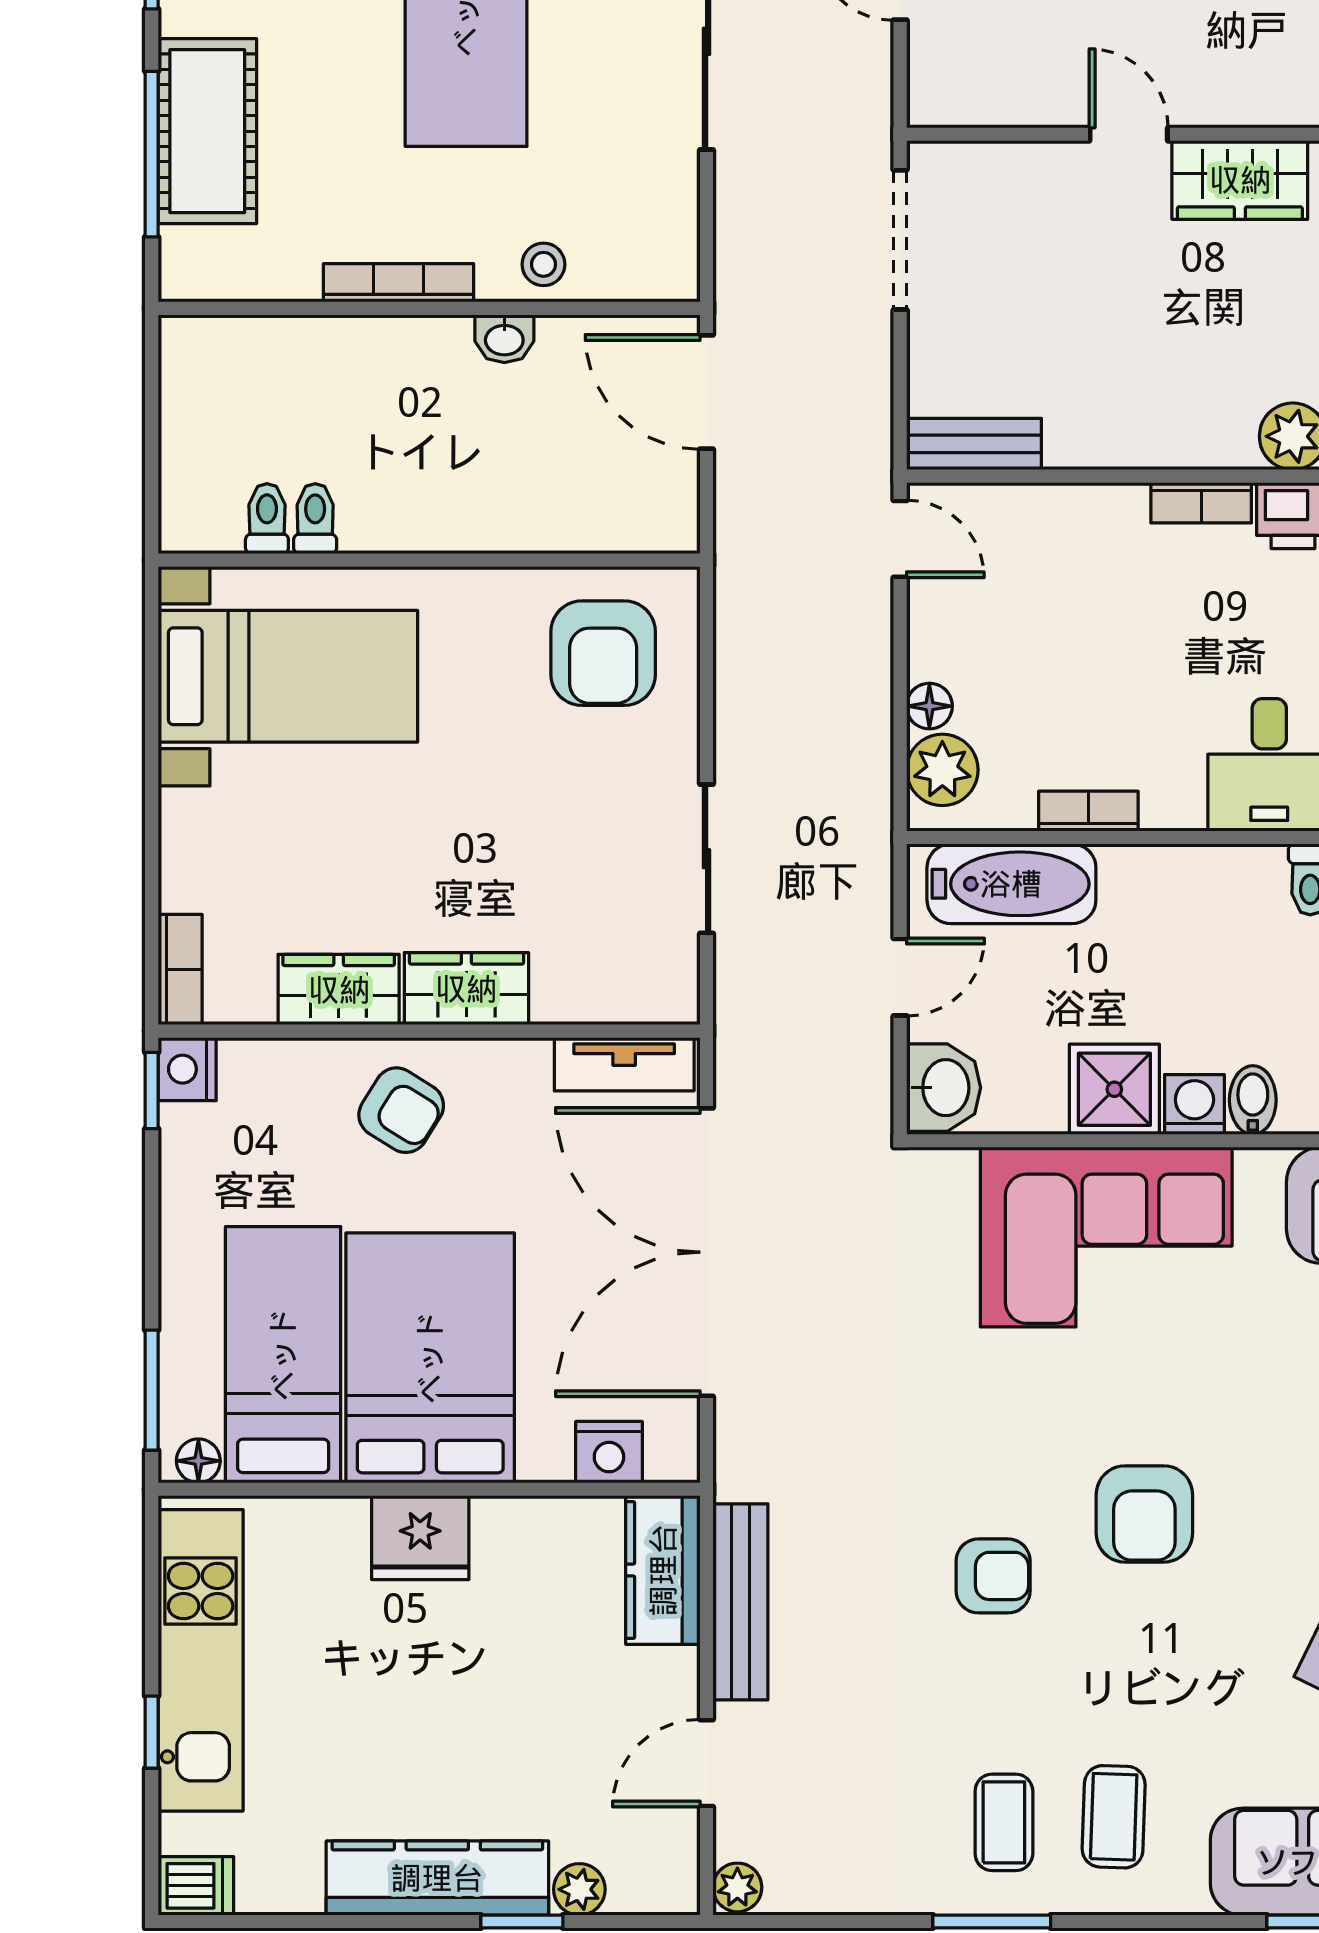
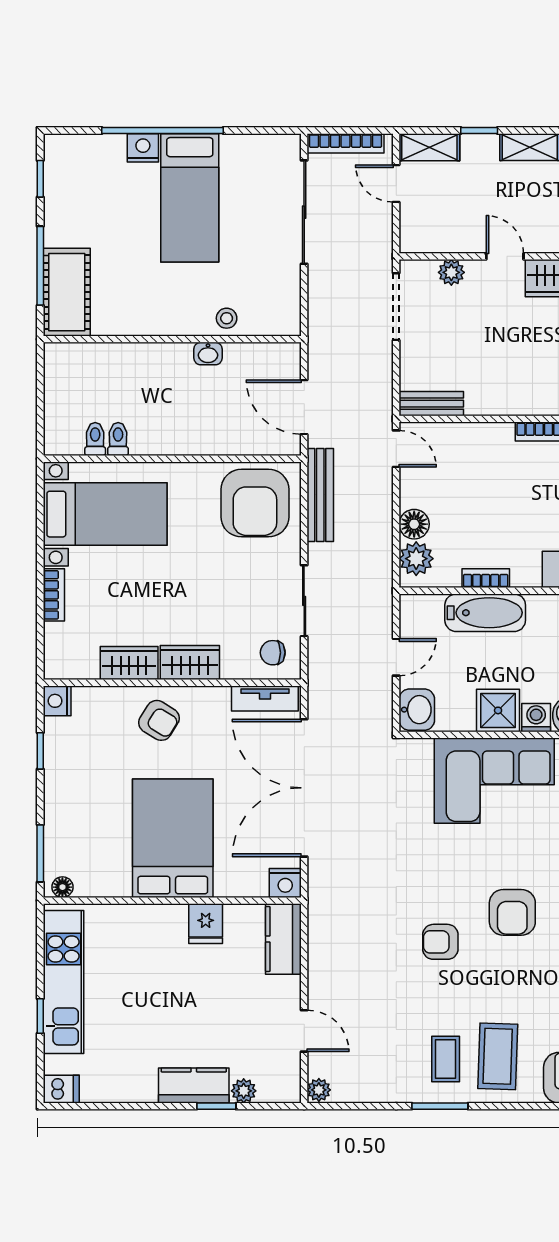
cot: (207, 131) -> (67, 292), moved
plant: (1016, 168) -> (451, 272), added
bookcase: (399, 283) -> (158, 327), removed
door: (707, 392) -> (304, 407), moved
armchair: (603, 653) -> (255, 503), width x1.36, depth x1.36
floor lamp: (929, 706) -> (414, 524), width x1.37, depth x1.37
bathtub: (1011, 884) -> (485, 613), moved
chair: (640, 968) -> (273, 653), added
bookcase: (180, 970) -> (54, 595), moved
window: (152, 1090) -> (40, 751), moved
bed: (283, 1355) -> (103, 837), removed
nightstand: (609, 1452) -> (285, 883), moved
fridge: (420, 1538) -> (206, 924), moved, width x0.72
armchair: (993, 1576) -> (440, 942), turned 180
bench: (740, 1602) -> (320, 495), moved
door: (707, 1763) -> (304, 1031), swing flipped
coffee table: (1114, 1817) -> (498, 1056), width x1.36, depth x1.30
kitchen counter: (437, 1878) -> (194, 1085), width x0.67

